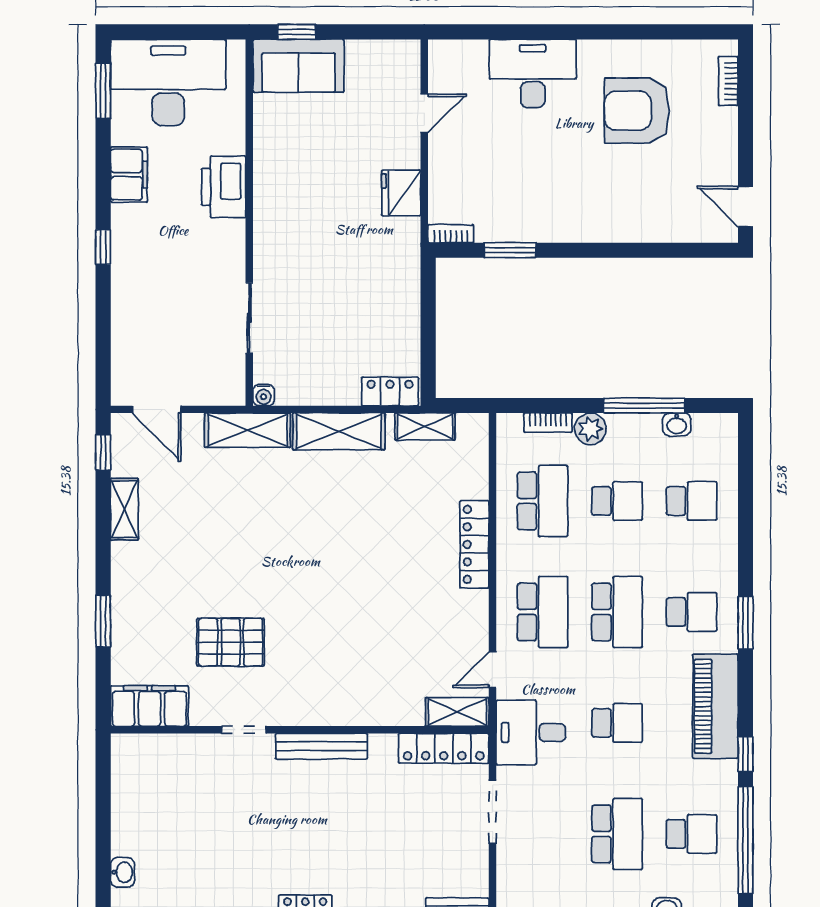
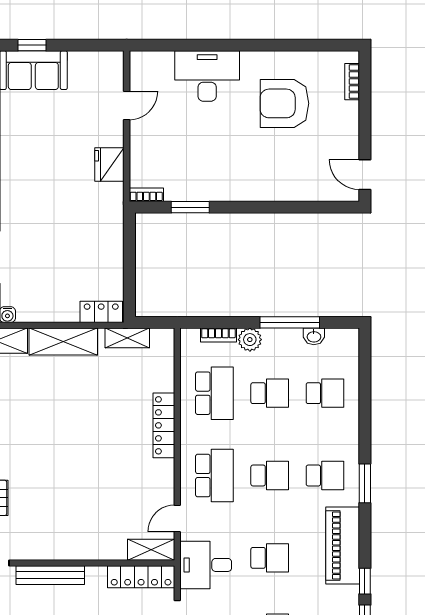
school desk: (617, 612) -> (270, 476), width x0.54

